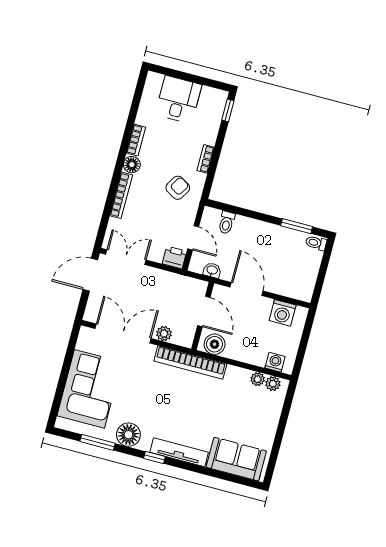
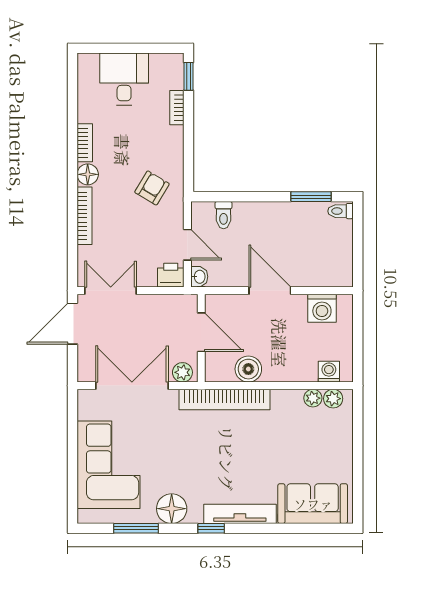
bookcase: (206, 159) -> (177, 108), moved
washbasin: (212, 270) -> (199, 277), moved, turned 90
door: (204, 312) -> (201, 332), moved
wall: (203, 316) -> (201, 338), moved

